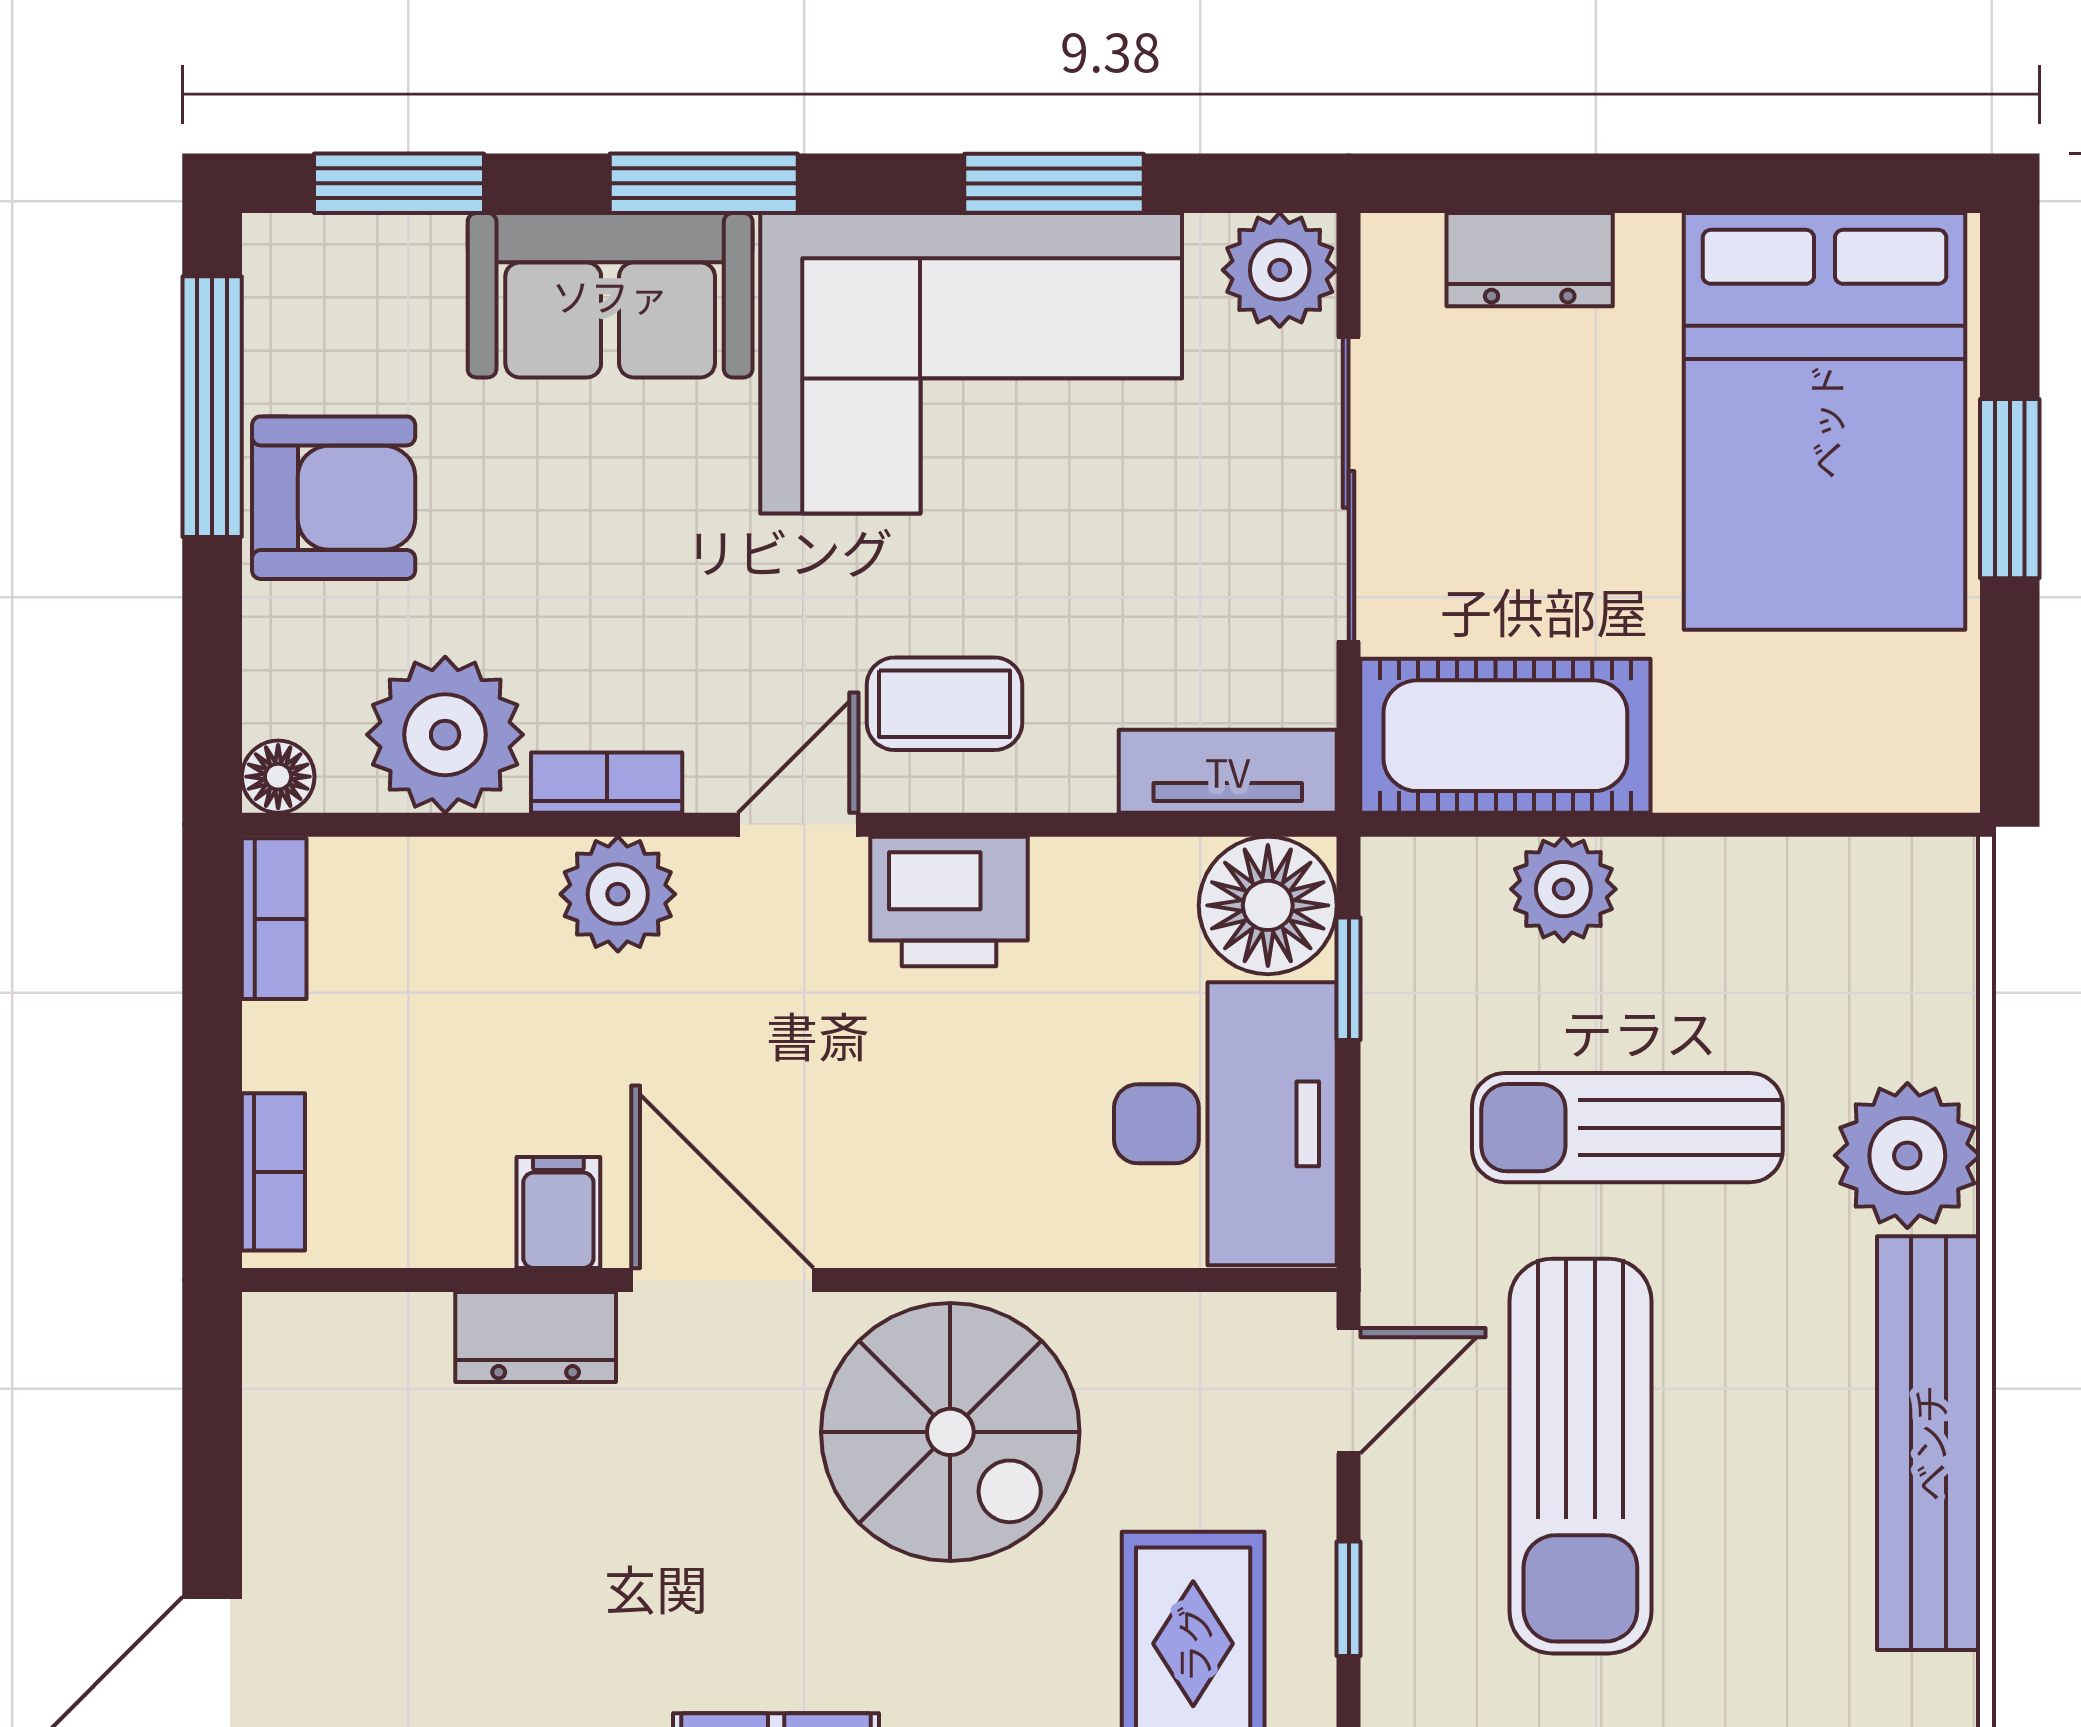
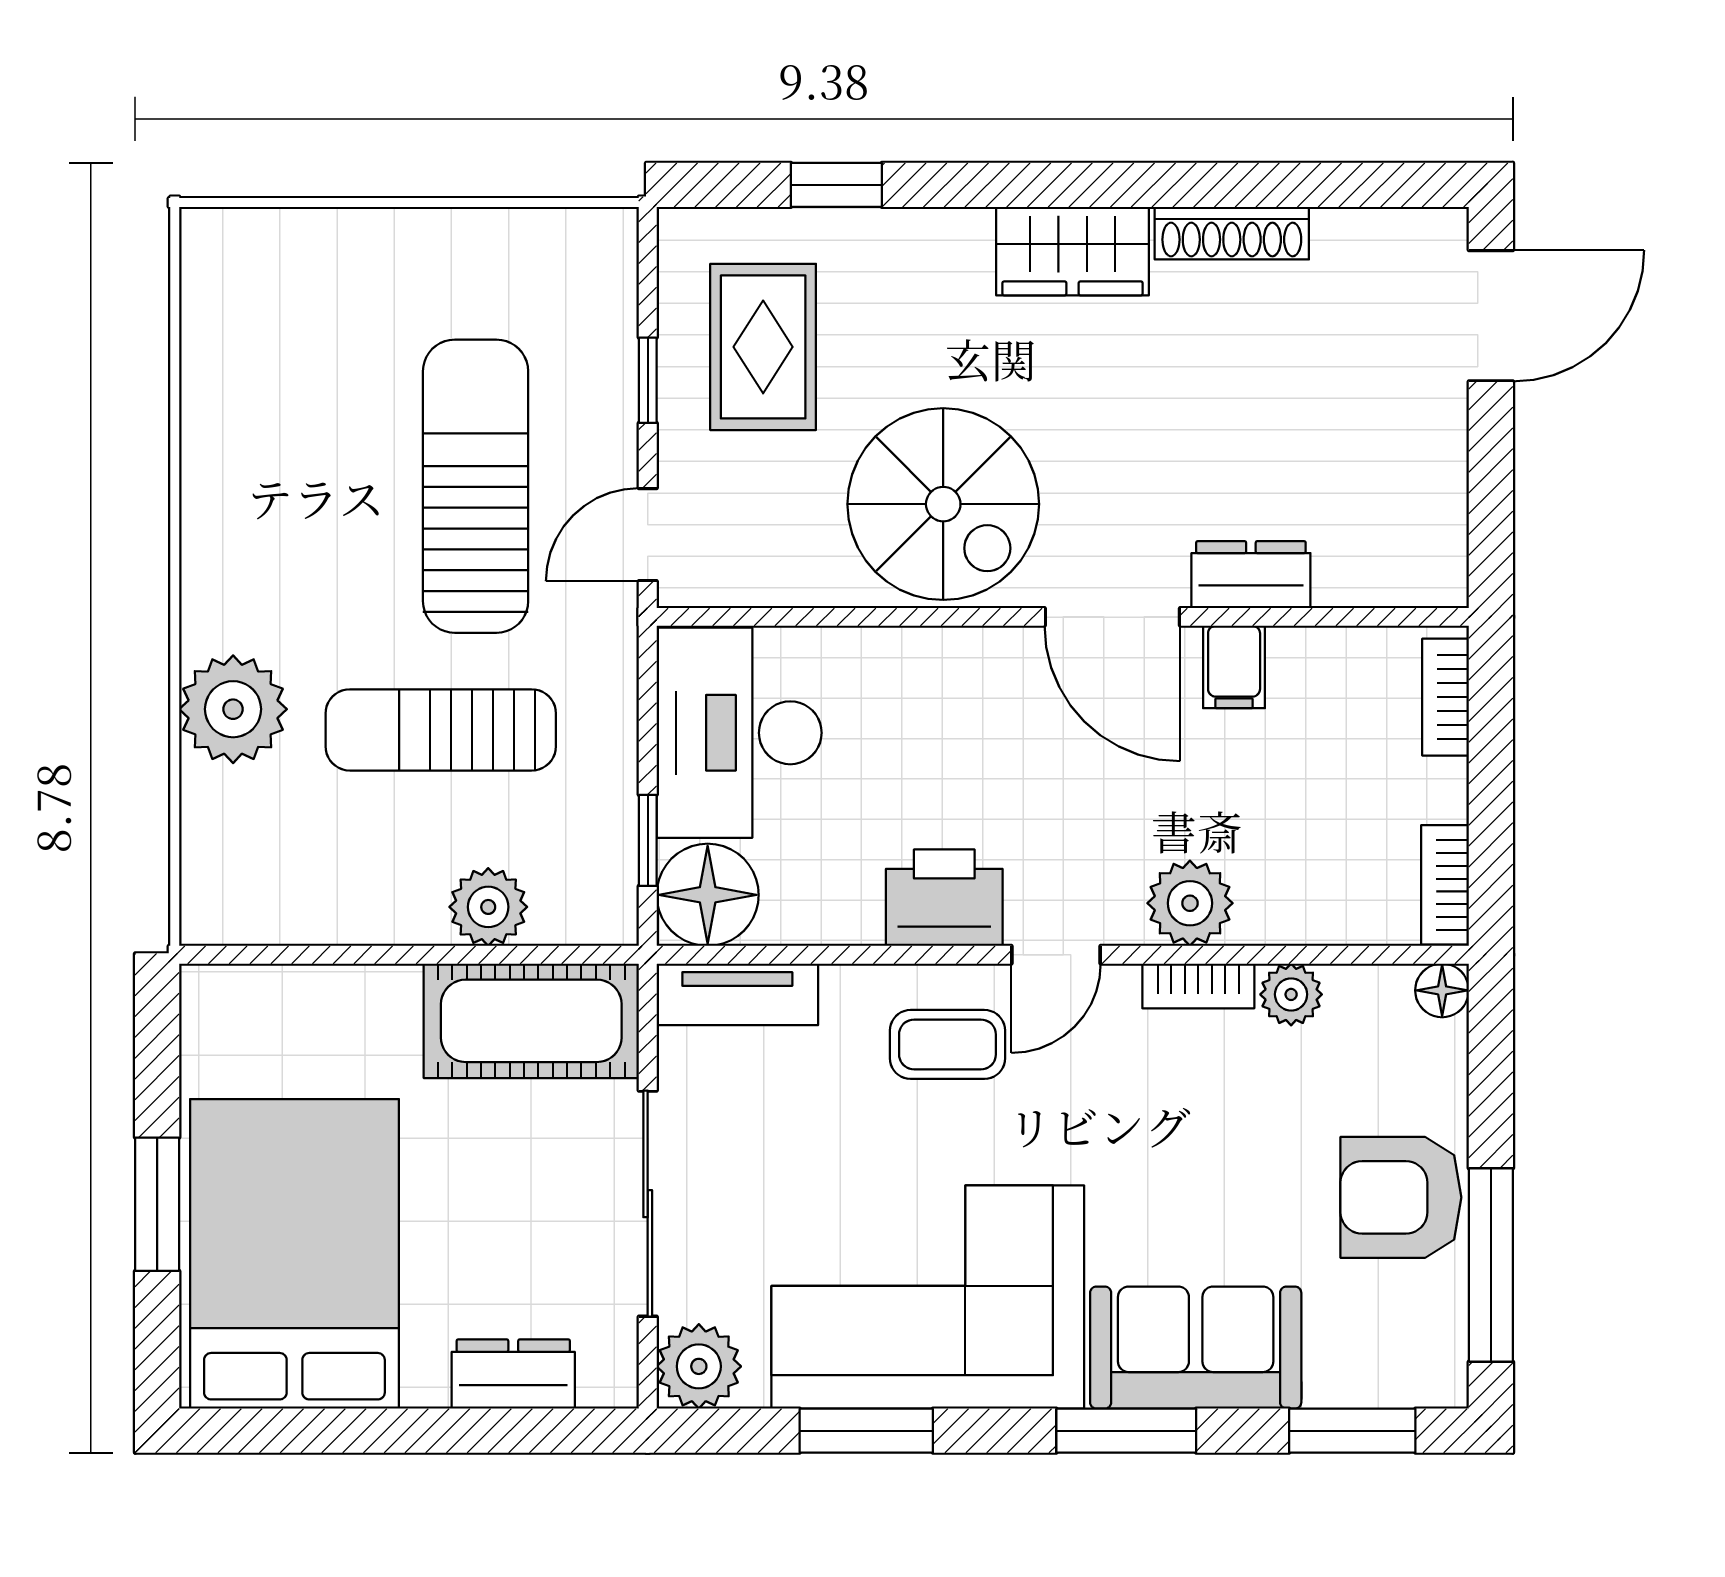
plant: (445, 735) -> (1291, 994), width x0.53, depth x0.53
sun lounger: (1627, 1128) -> (441, 730), turned 180
spiral stairs: (950, 1432) -> (943, 504), turned 180
bench: (1929, 1443) -> (217, 496), removed

